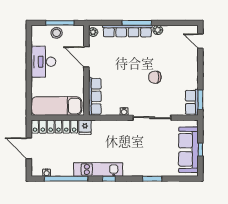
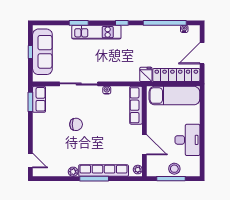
door: (29, 148) -> (202, 53), swing flipped
kitchen unit: (98, 169) -> (96, 32), moved

